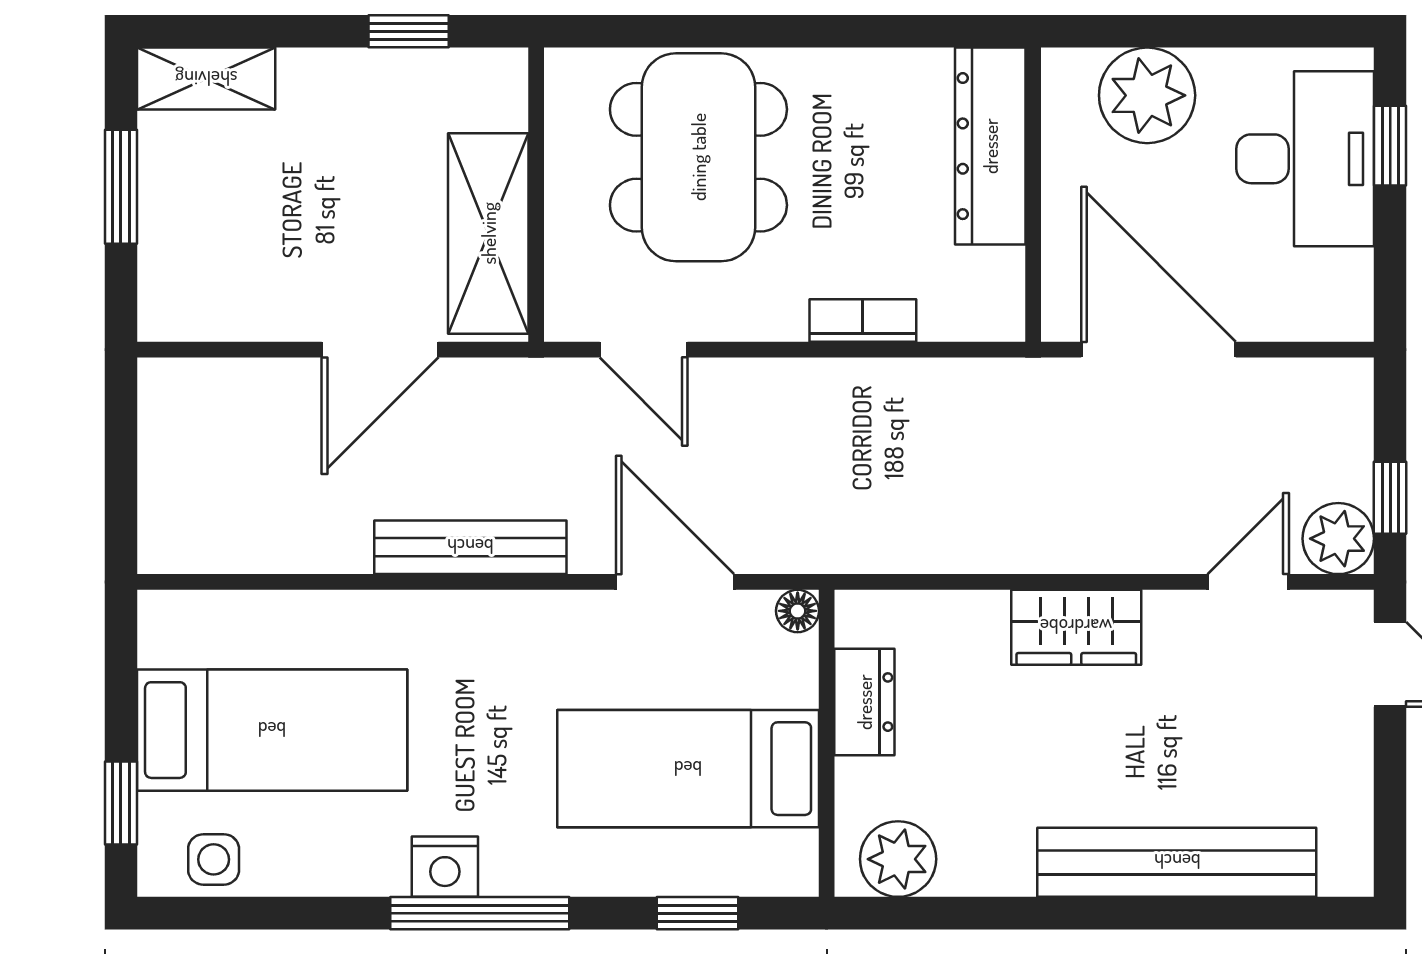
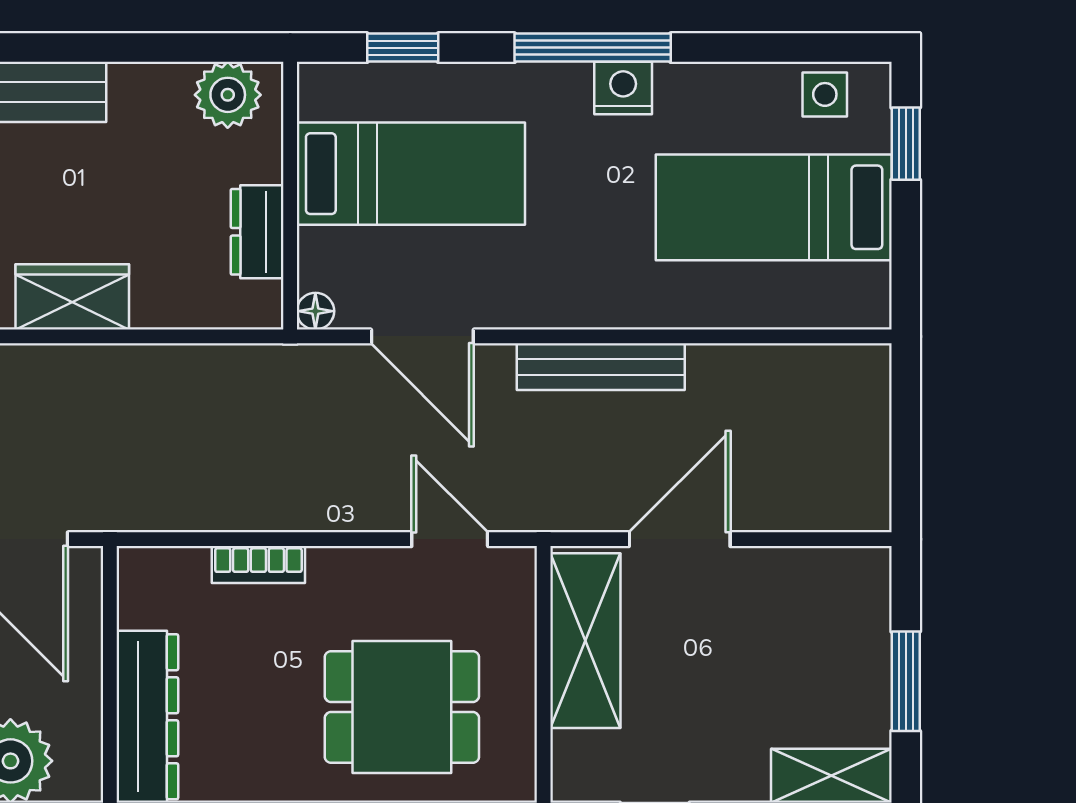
dining table: (698, 157) -> (402, 707), width x0.73

